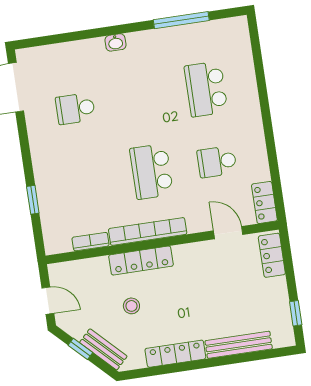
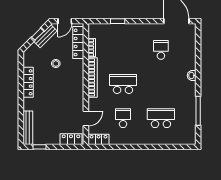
locker: (141, 261) -> (78, 42), moved
bench: (239, 345) -> (28, 128), moved
bench: (103, 349) -> (45, 36), moved

